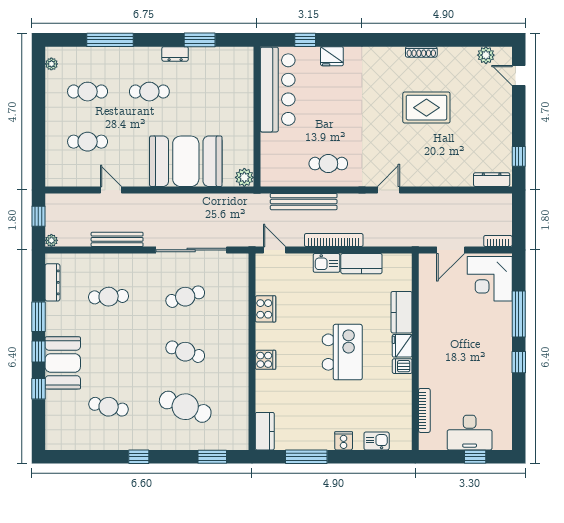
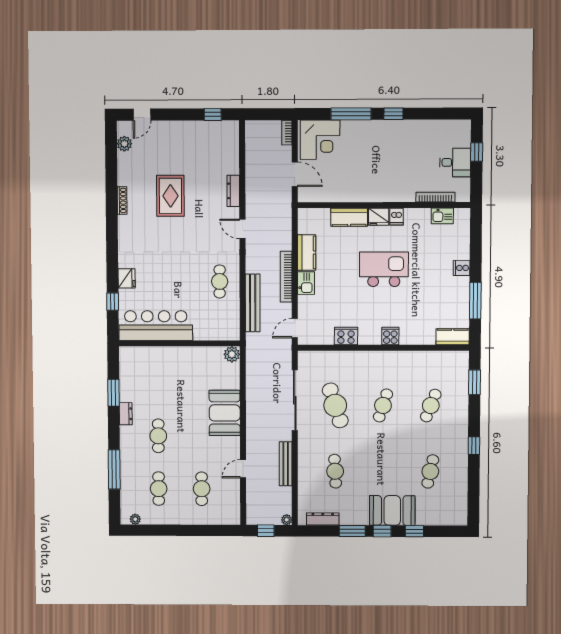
booth: (186, 161) -> (225, 413), width x0.73, depth x0.70
dresser: (492, 180) -> (233, 191), moved
cafe table: (185, 297) -> (335, 405), width x1.37, depth x1.35
cafe table: (185, 407) -> (431, 406), width x0.73, depth x0.74
desk: (470, 433) -> (455, 162), width x0.73
kitchen sink: (377, 441) -> (442, 216), moved, turned -90

